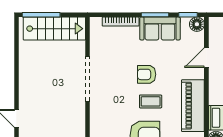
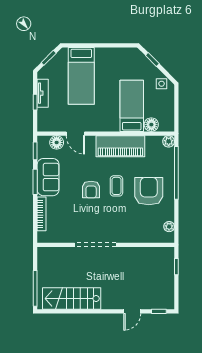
floor lamp: (197, 24) -> (57, 142), moved
stairs: (54, 29) -> (72, 298), moved, turned -90

